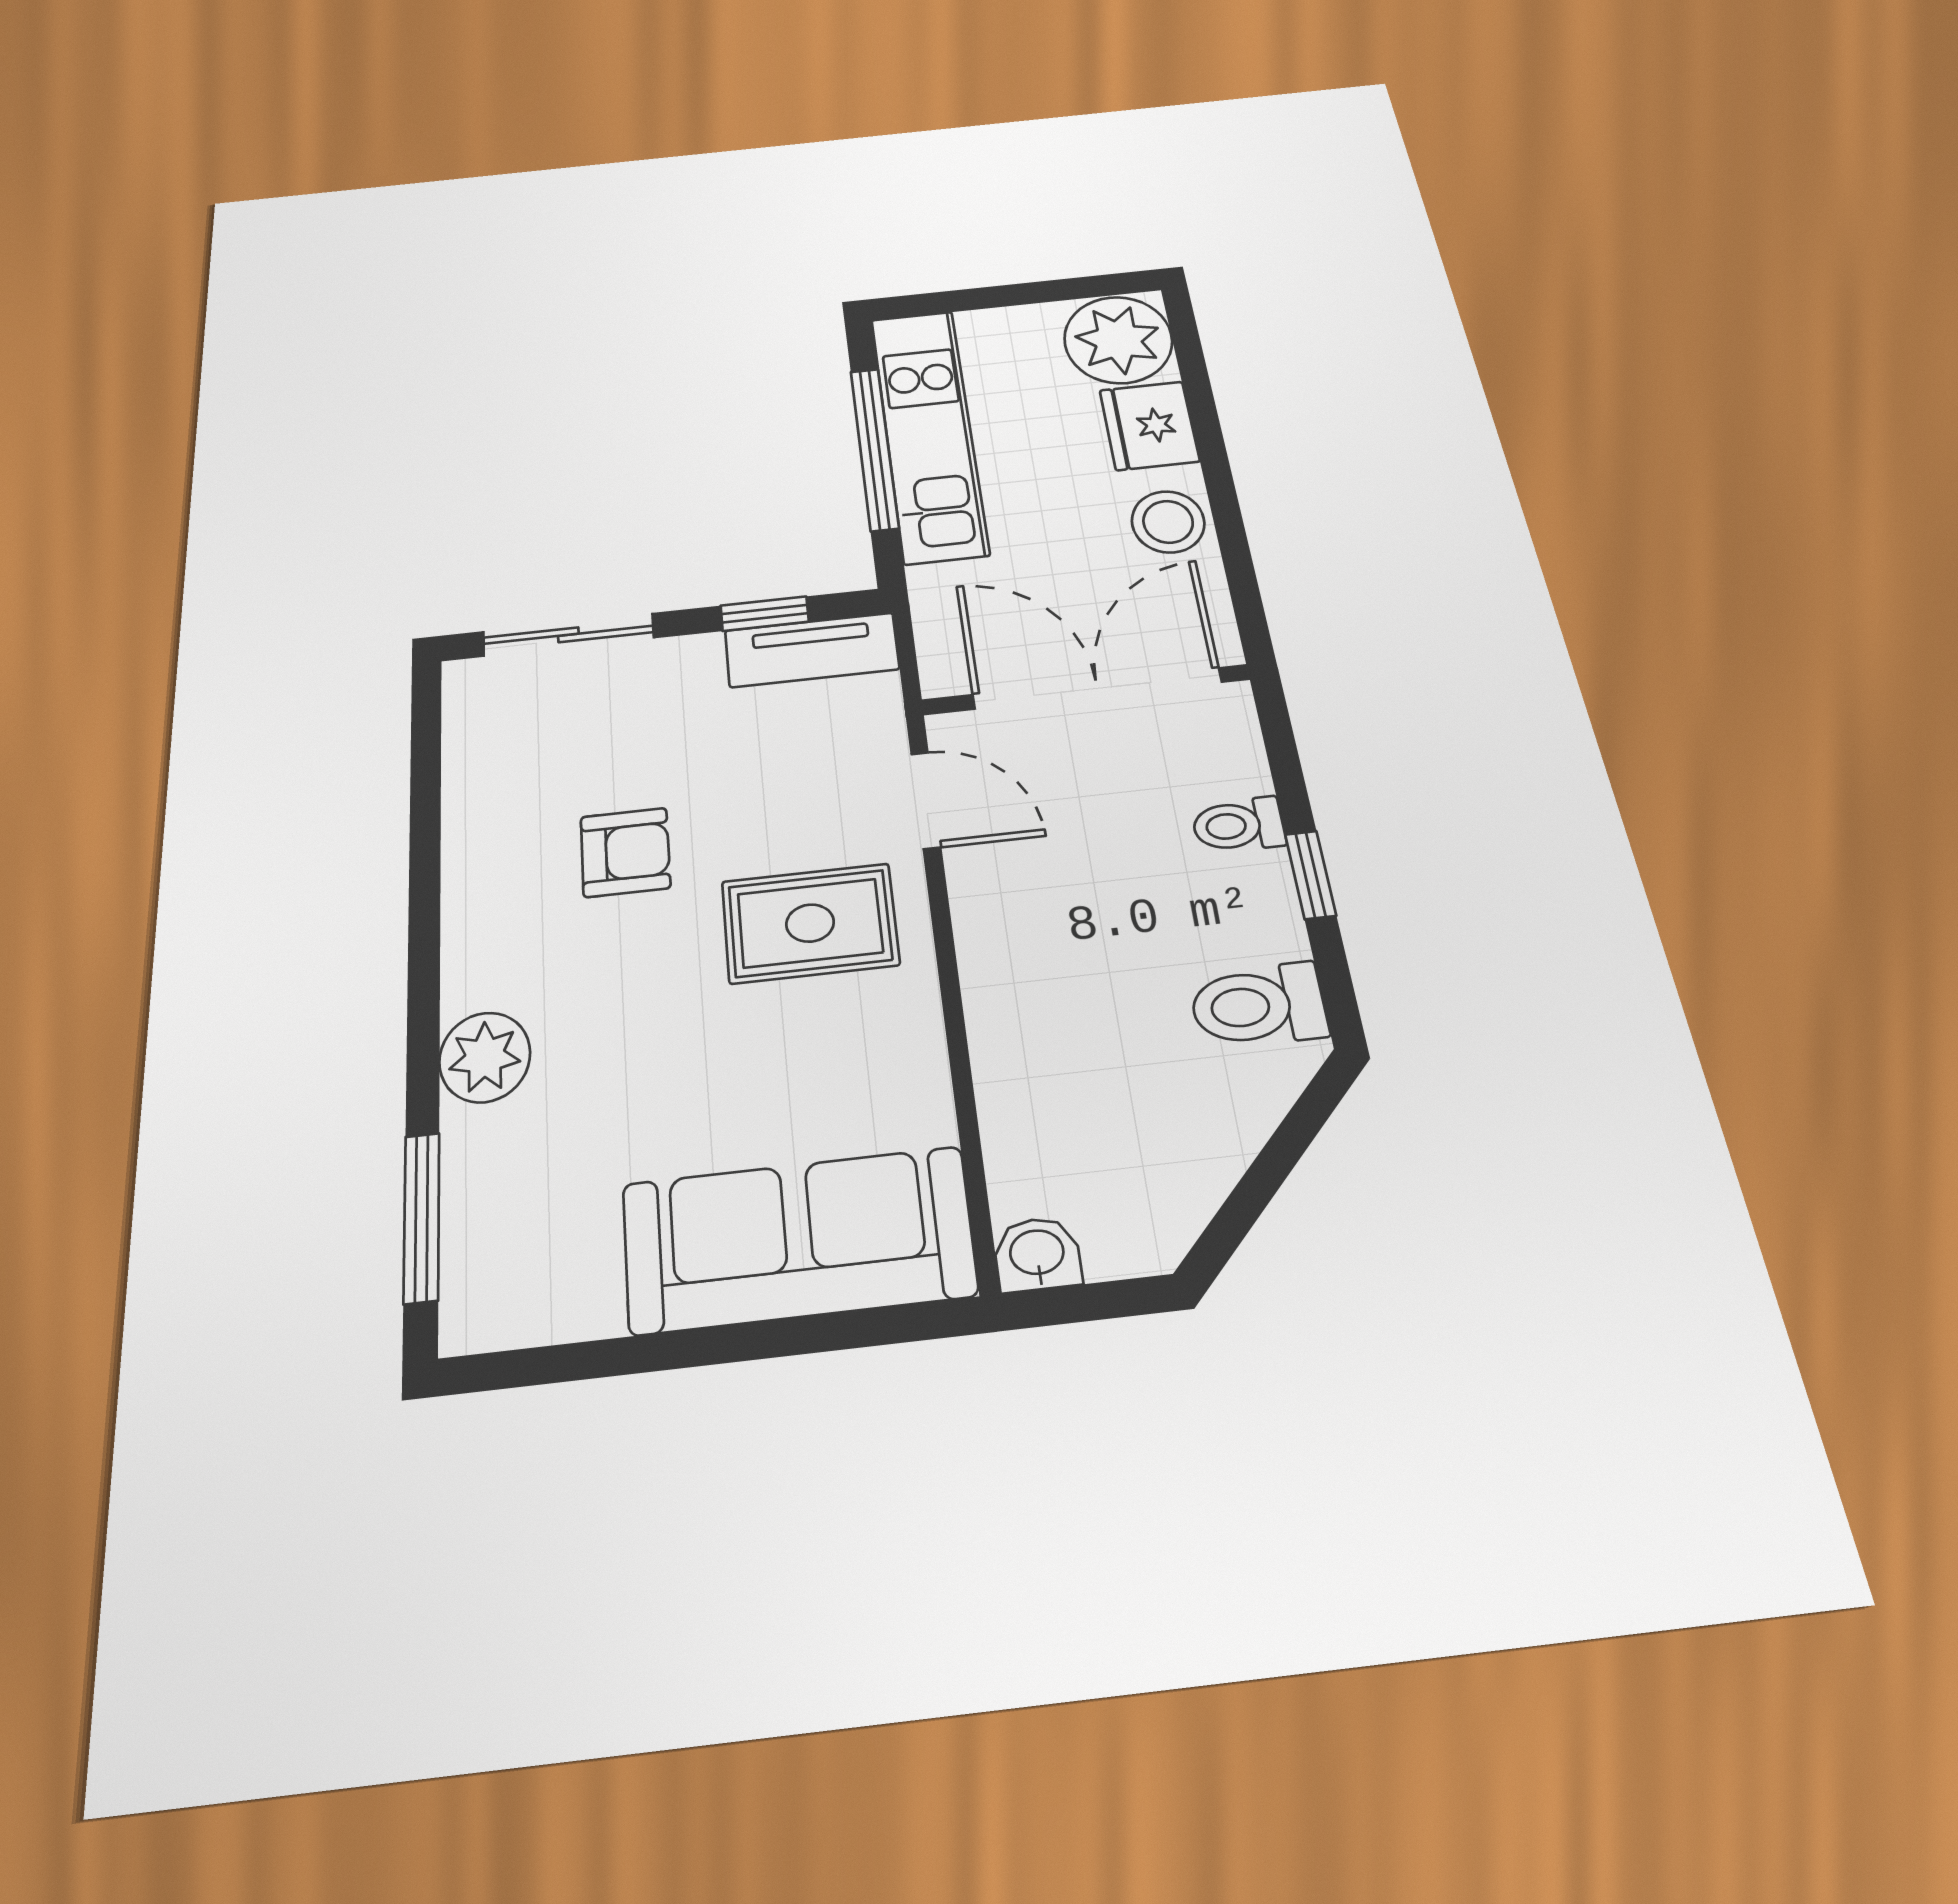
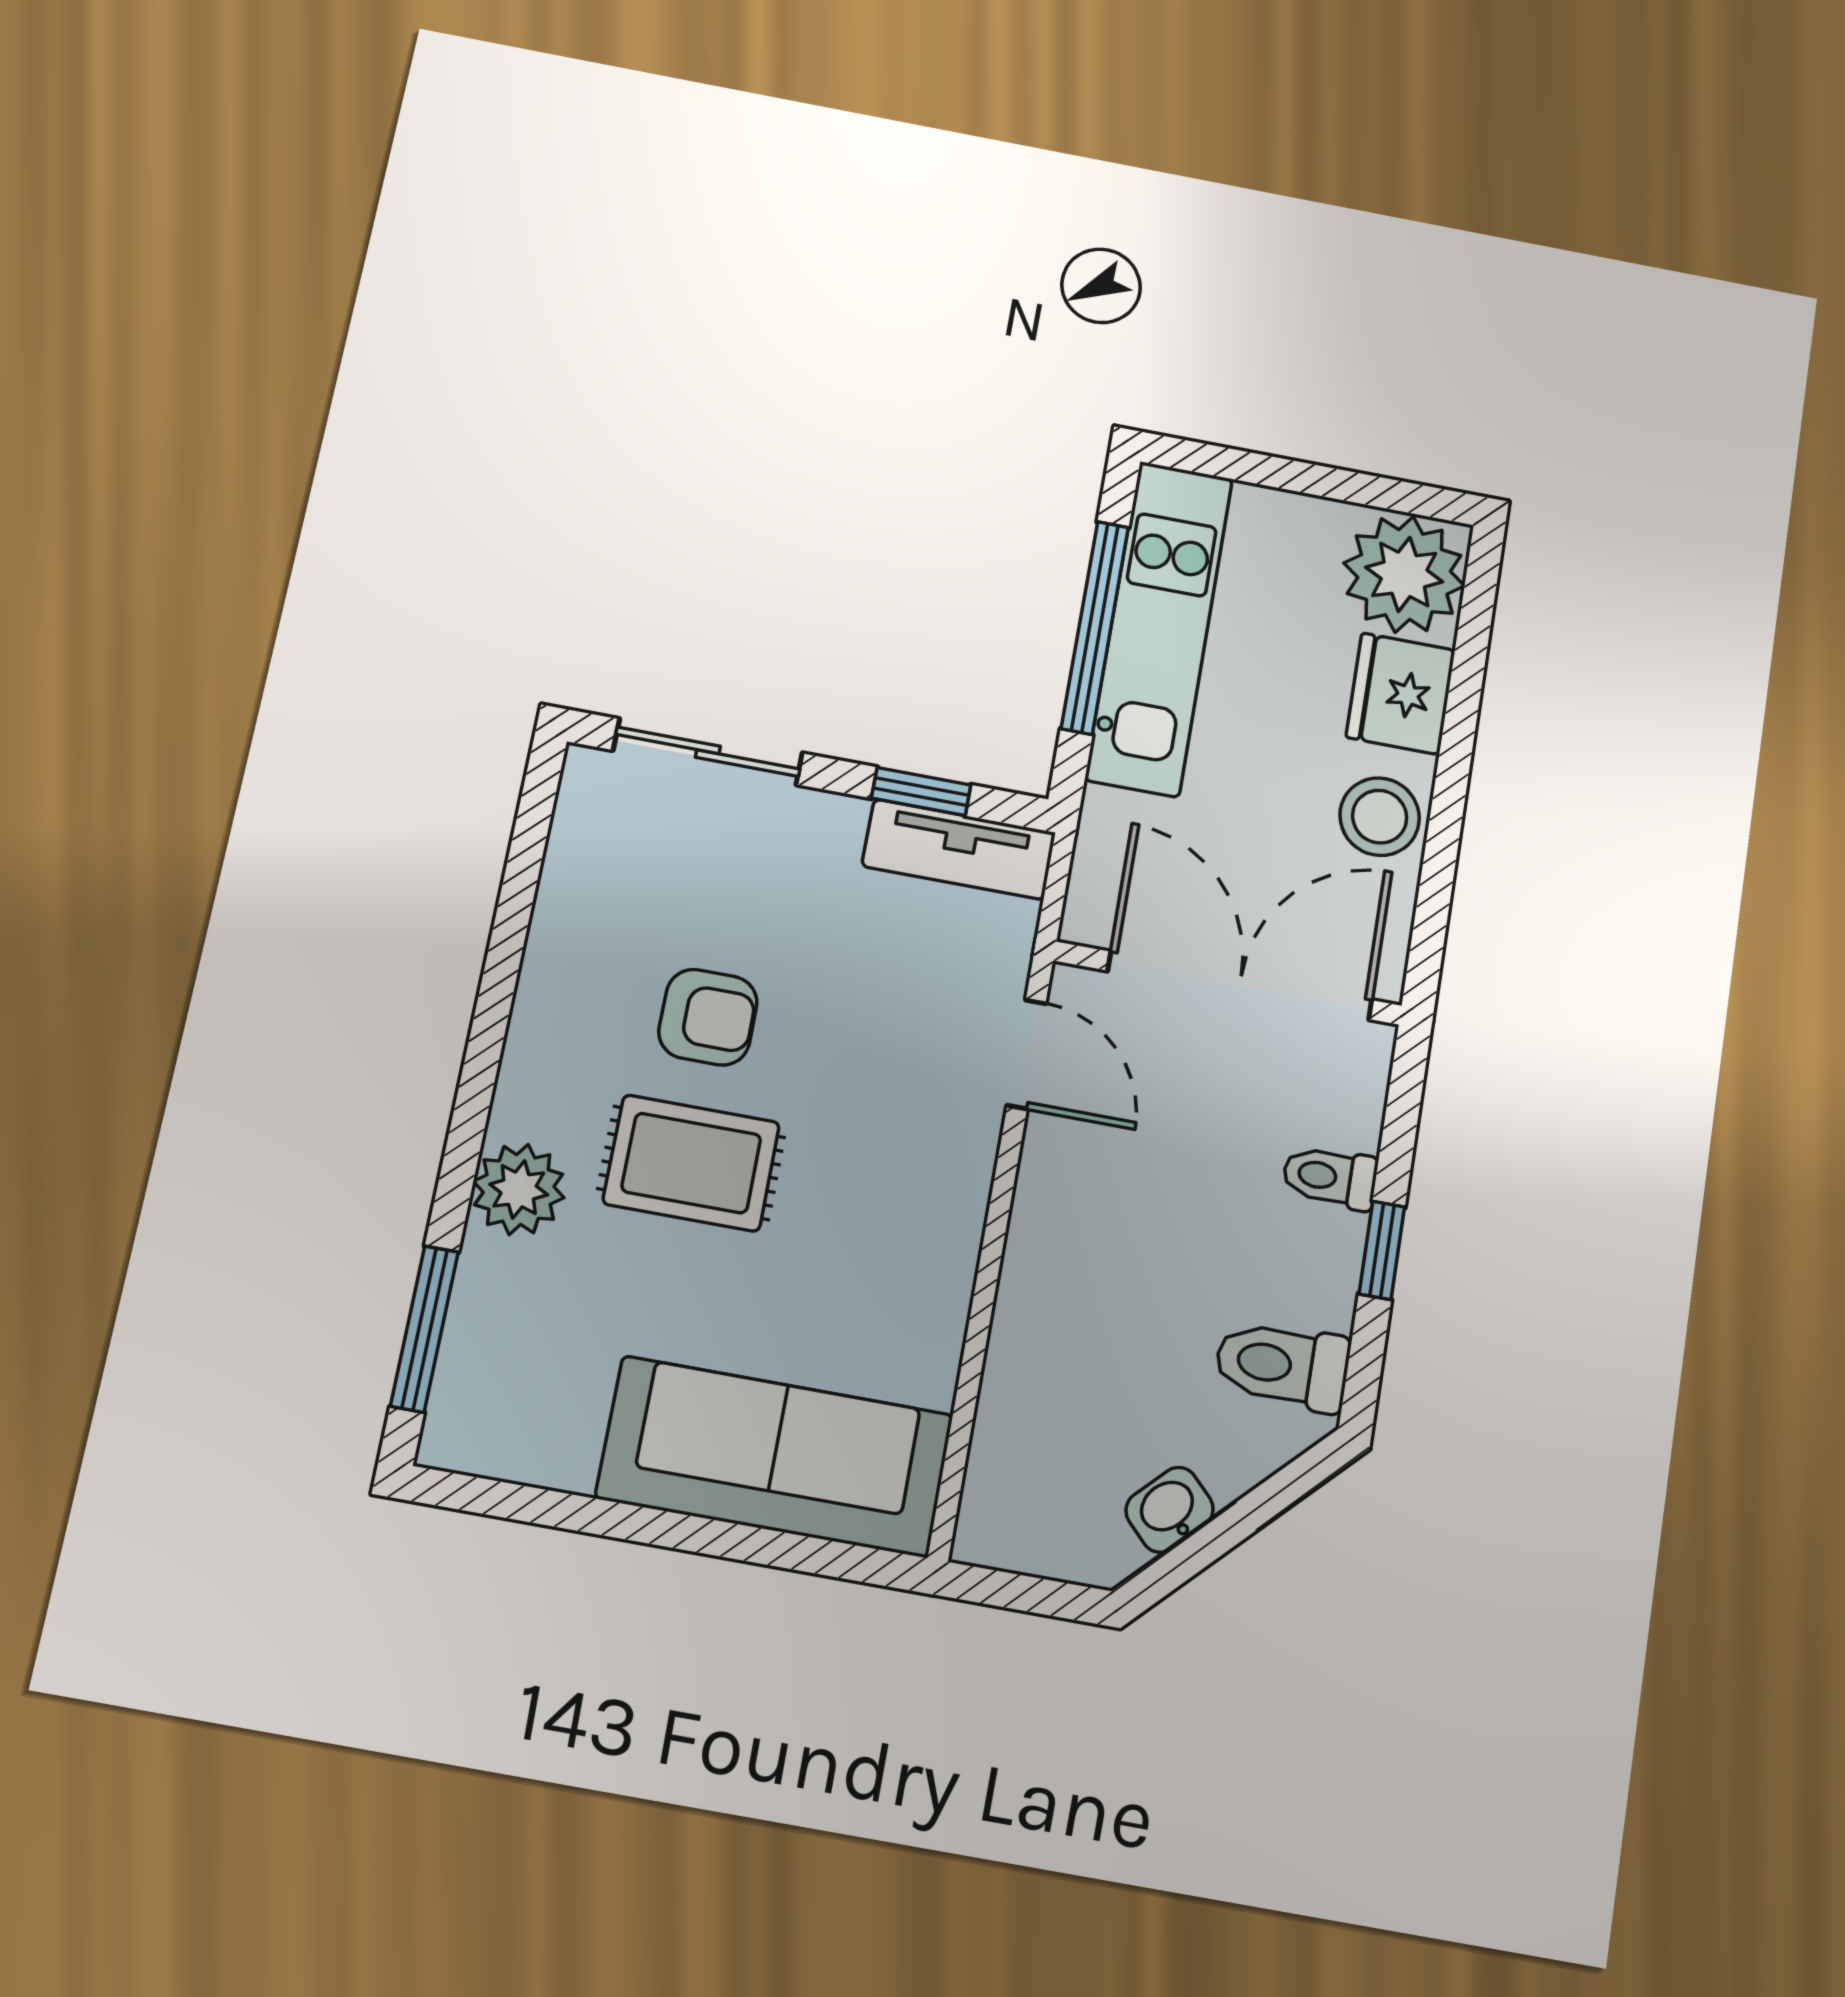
rug: (810, 923) -> (691, 1163), moved
washbasin: (1037, 1254) -> (1170, 1510), moved, turned -45

